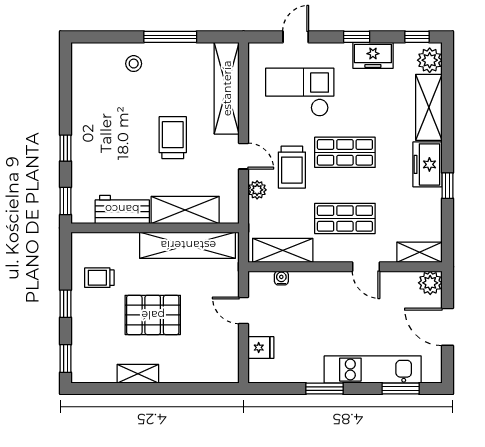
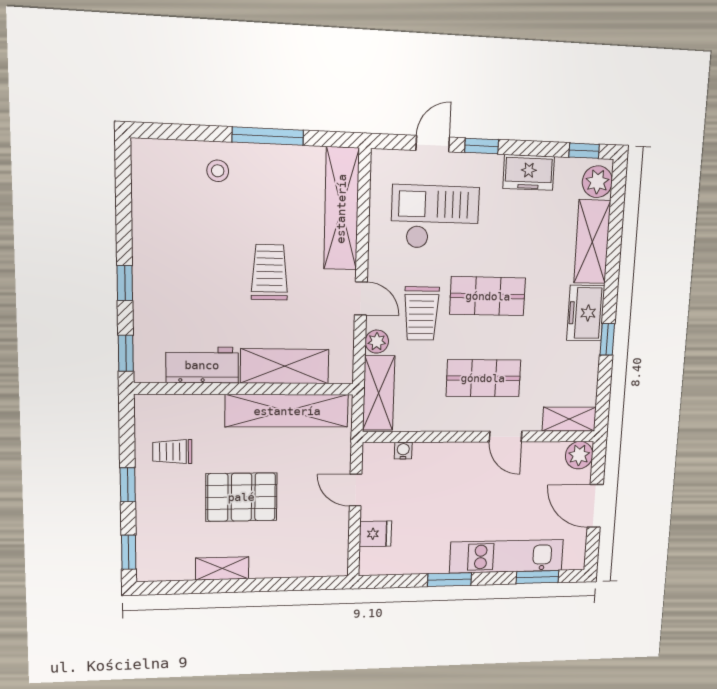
window: (357, 37) -> (482, 146), moved
shelving: (283, 250) -> (379, 393), moved, turned 90

